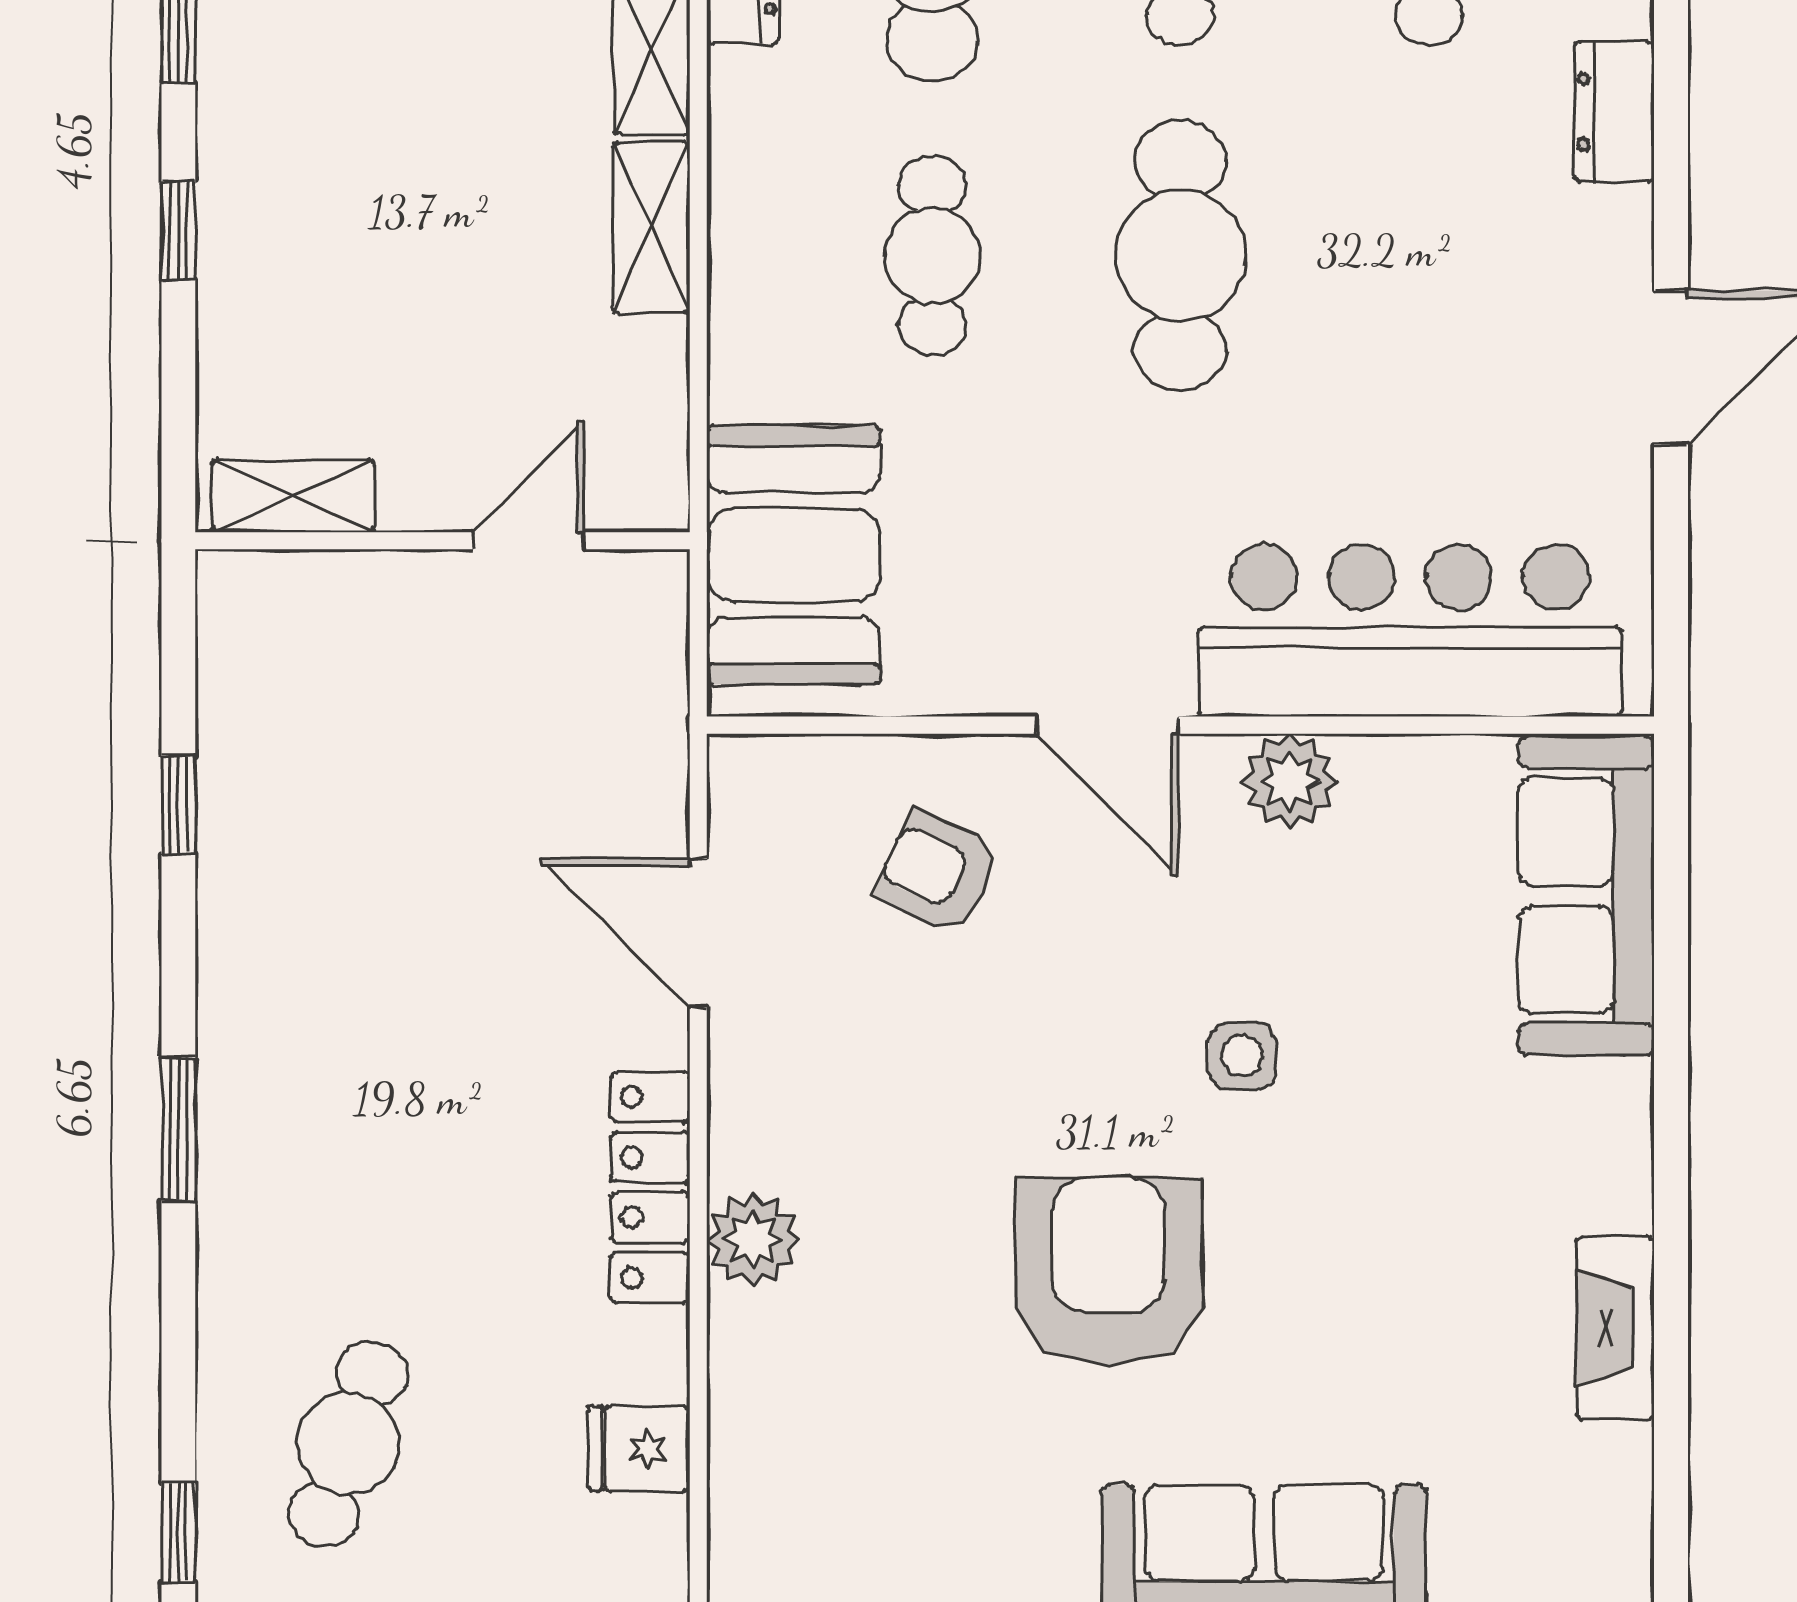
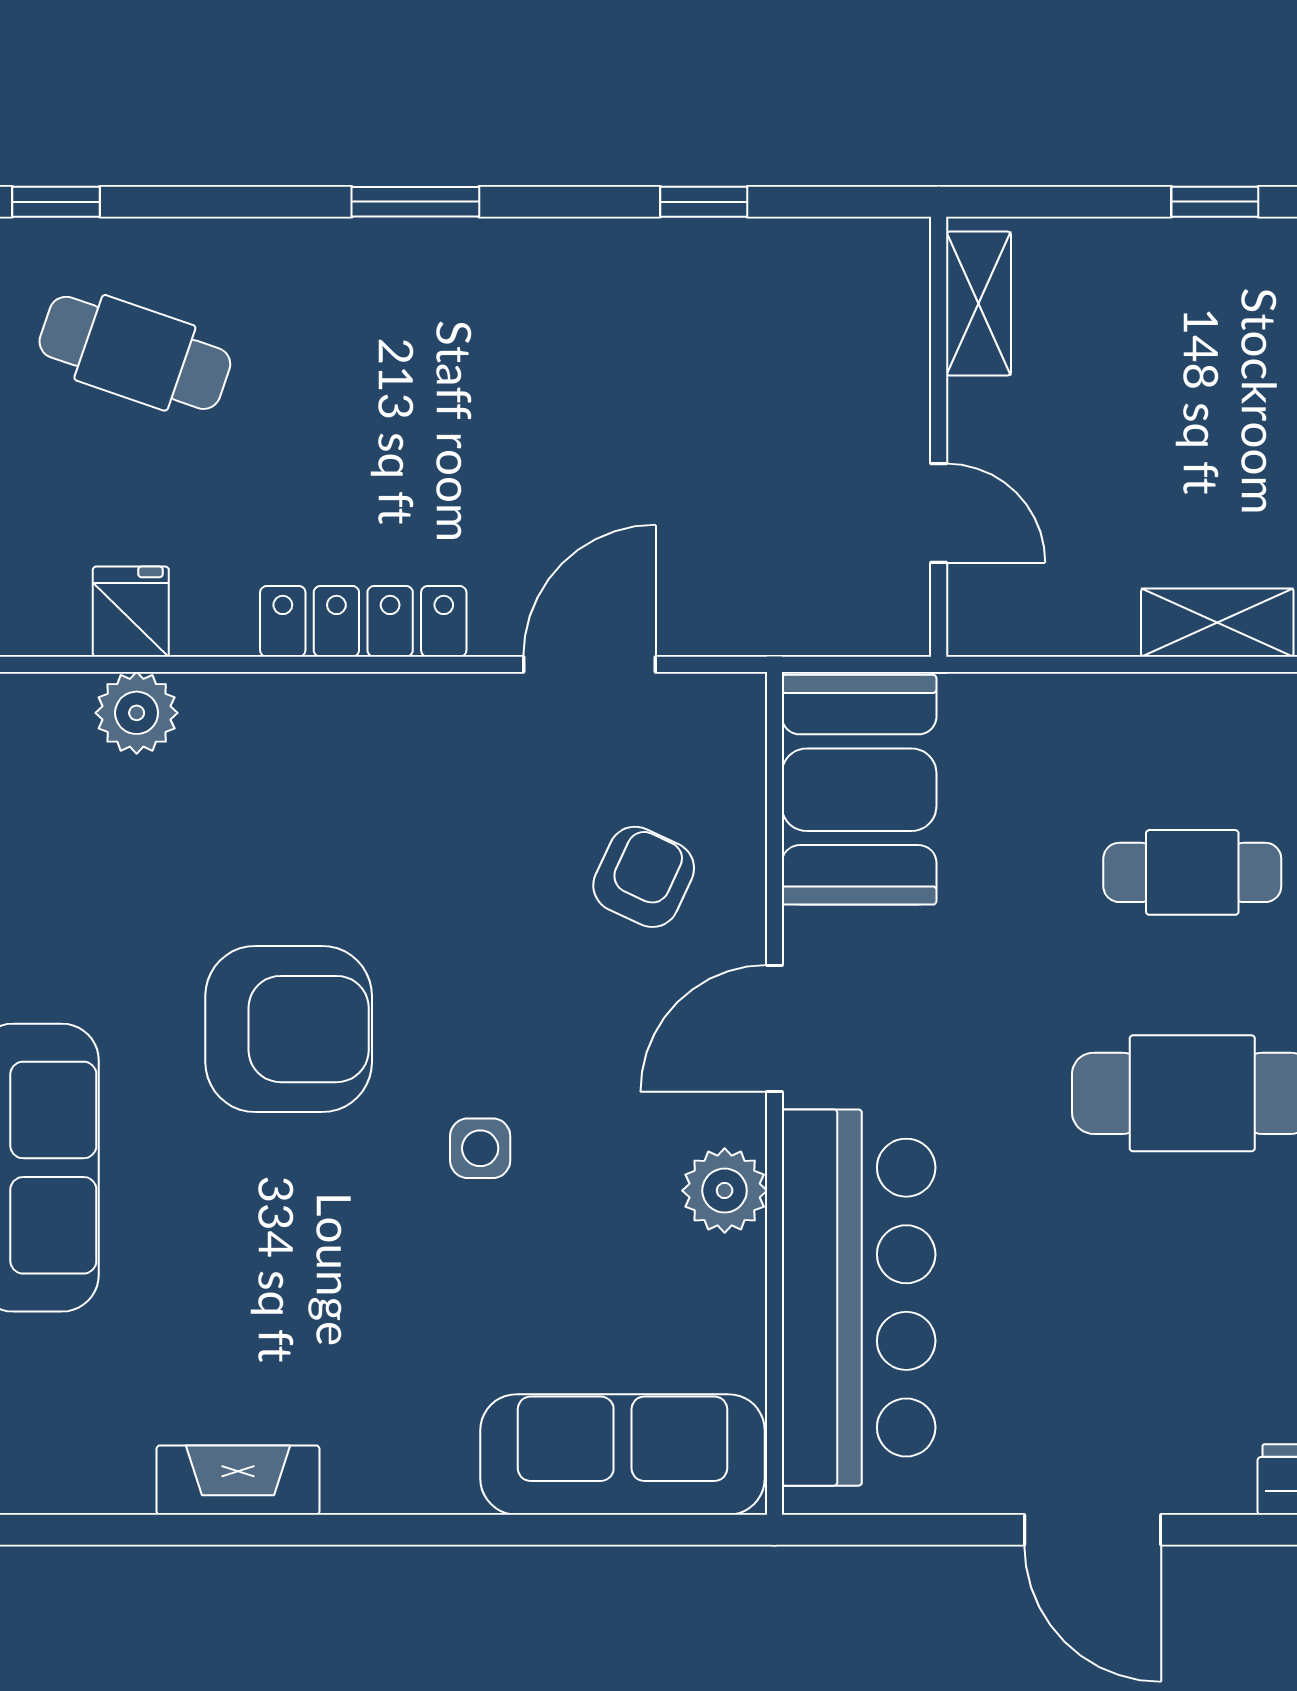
booth: (793, 555) -> (859, 790), moved, turned 90
plant: (753, 1240) -> (137, 713), moved

